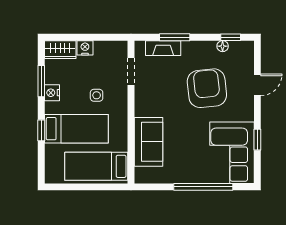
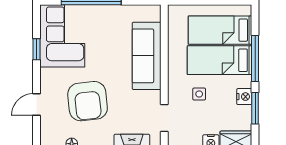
window: (41, 130) -> (255, 59), width x2.17
sofa: (148, 142) -> (147, 56), width x1.36
bed: (96, 166) -> (220, 30), moved, turned 180

